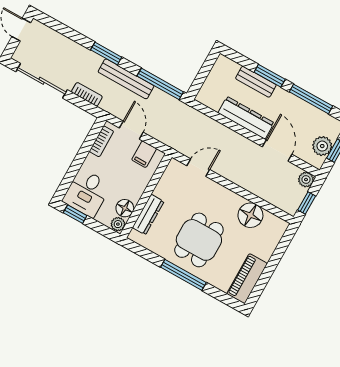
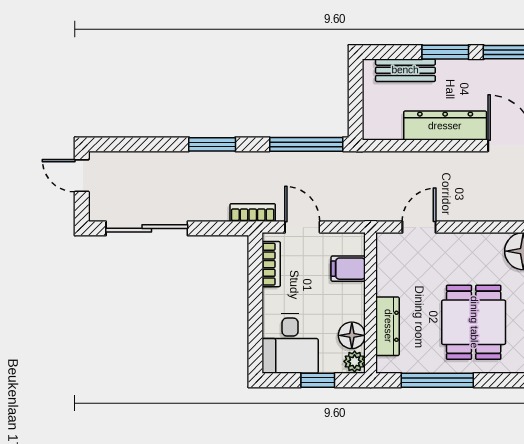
bench: (126, 79) -> (257, 163), removed
bench: (256, 82) -> (405, 70), moved
bookcase: (87, 94) -> (253, 213), moved
filing cabinet: (144, 154) -> (348, 269), moved, turned 90
window: (75, 214) -> (318, 380), moved
window: (183, 275) -> (437, 380), moved

